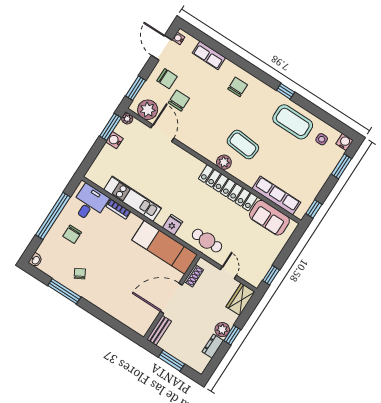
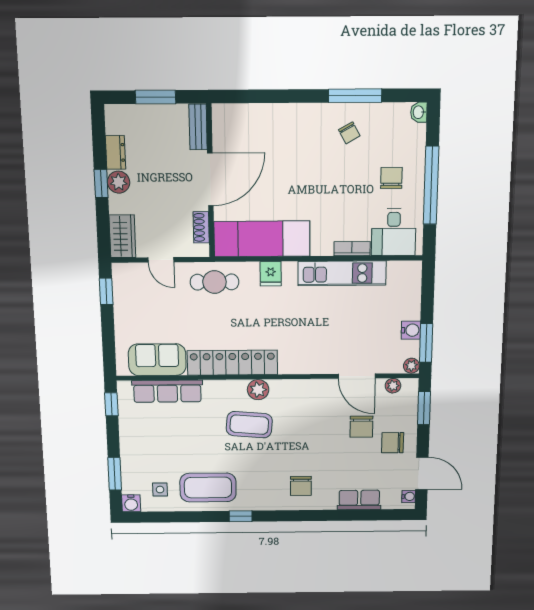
plant: (148, 110) -> (393, 386), width x0.53, depth x0.53

